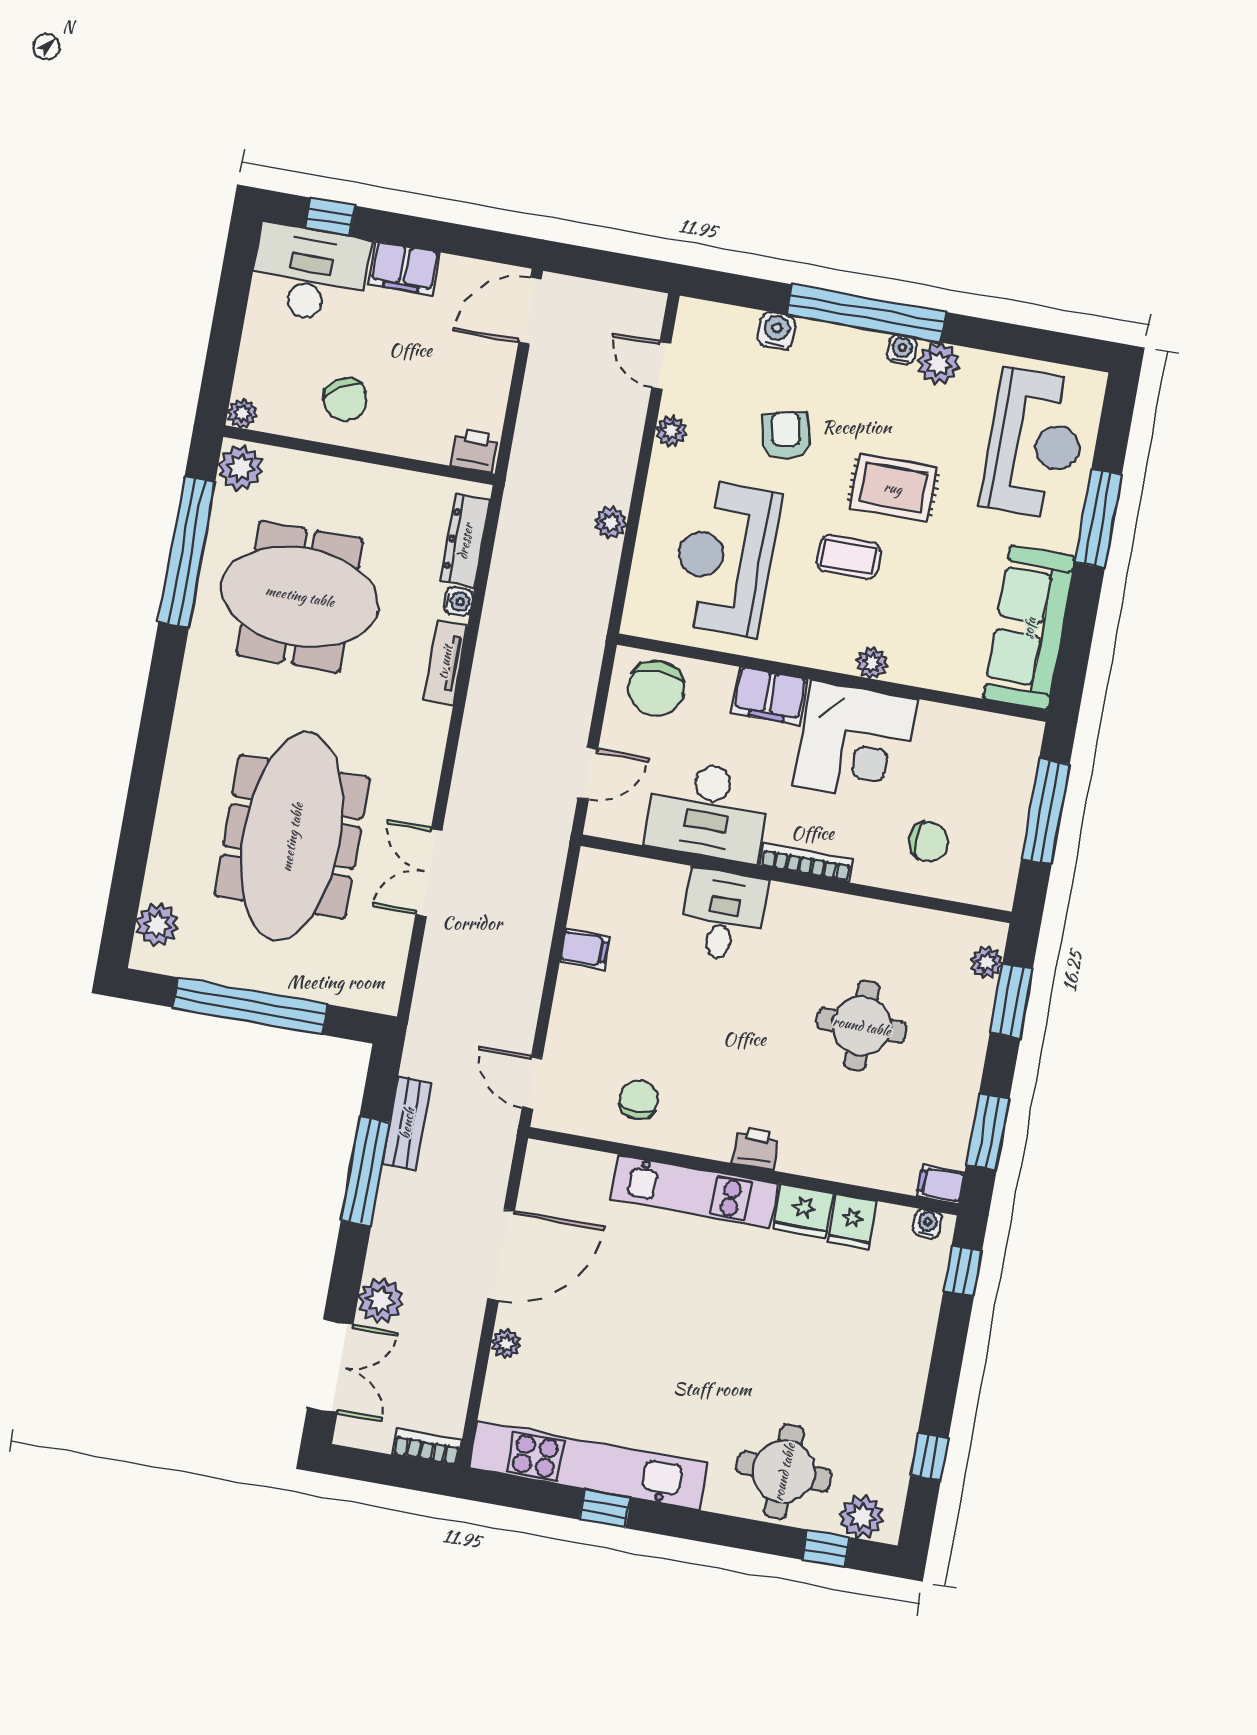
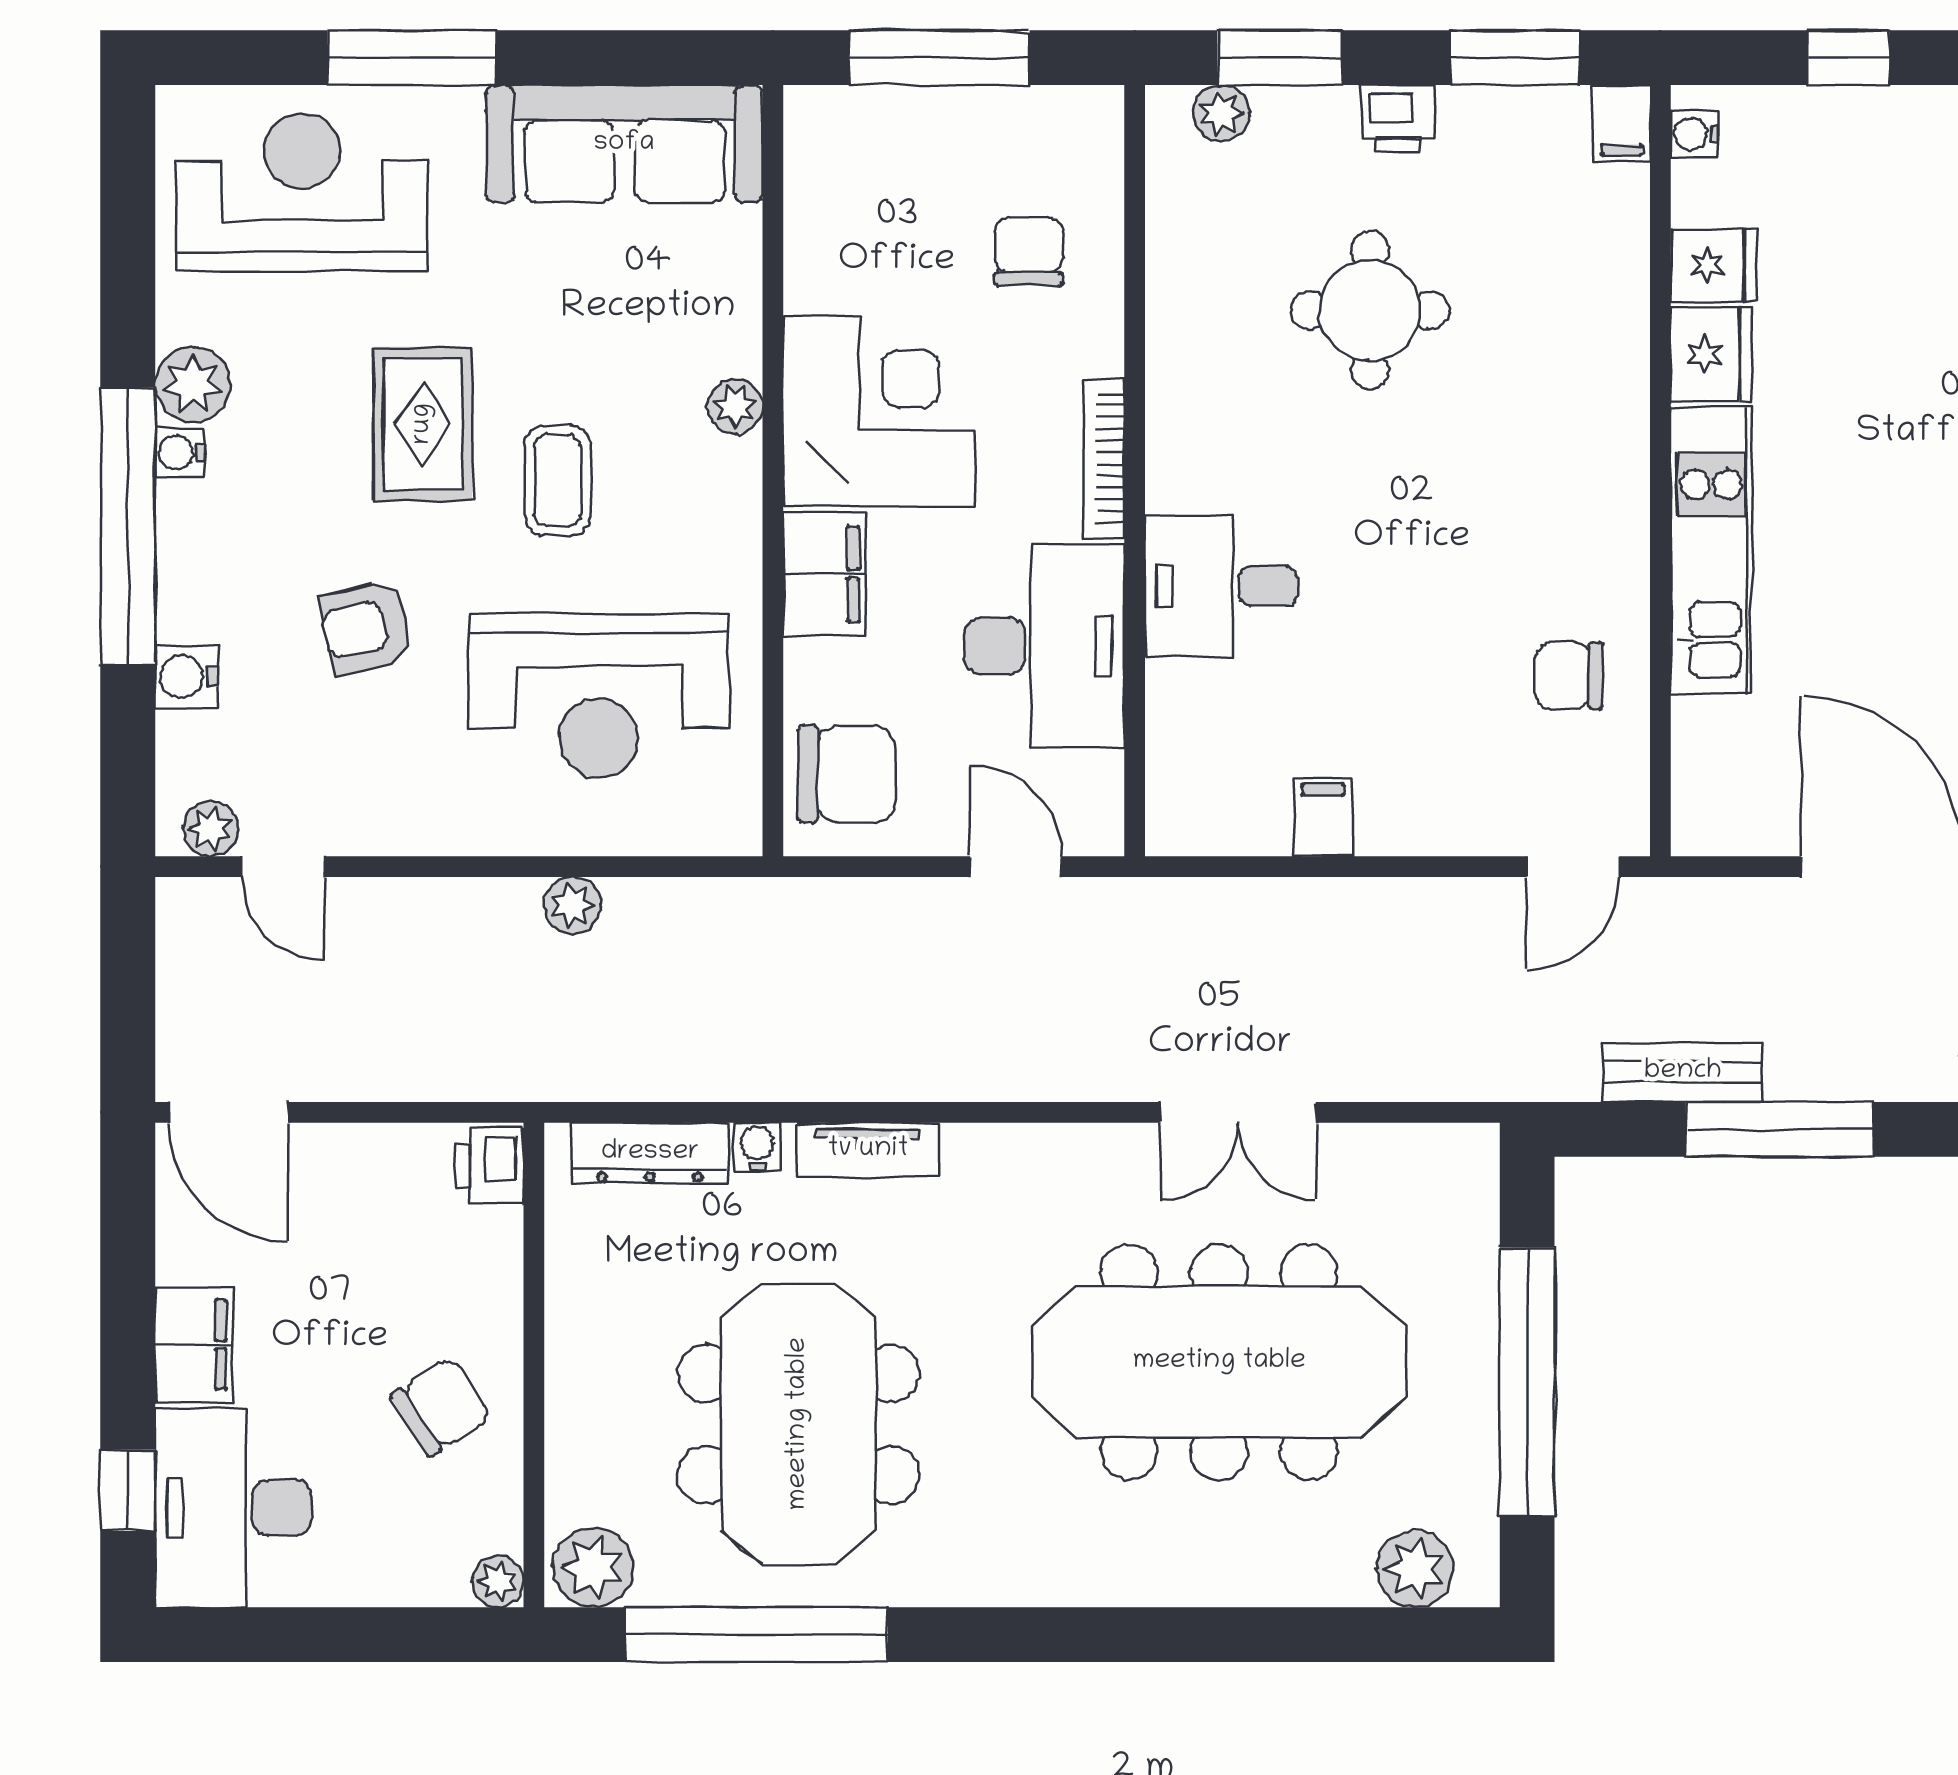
door: (661, 365) -> (283, 867), hinge flipped
plant: (671, 431) -> (211, 829), moved
printer: (755, 1148) -> (1398, 118), moved, turned -90
window: (963, 1271) -> (1848, 58), moved

